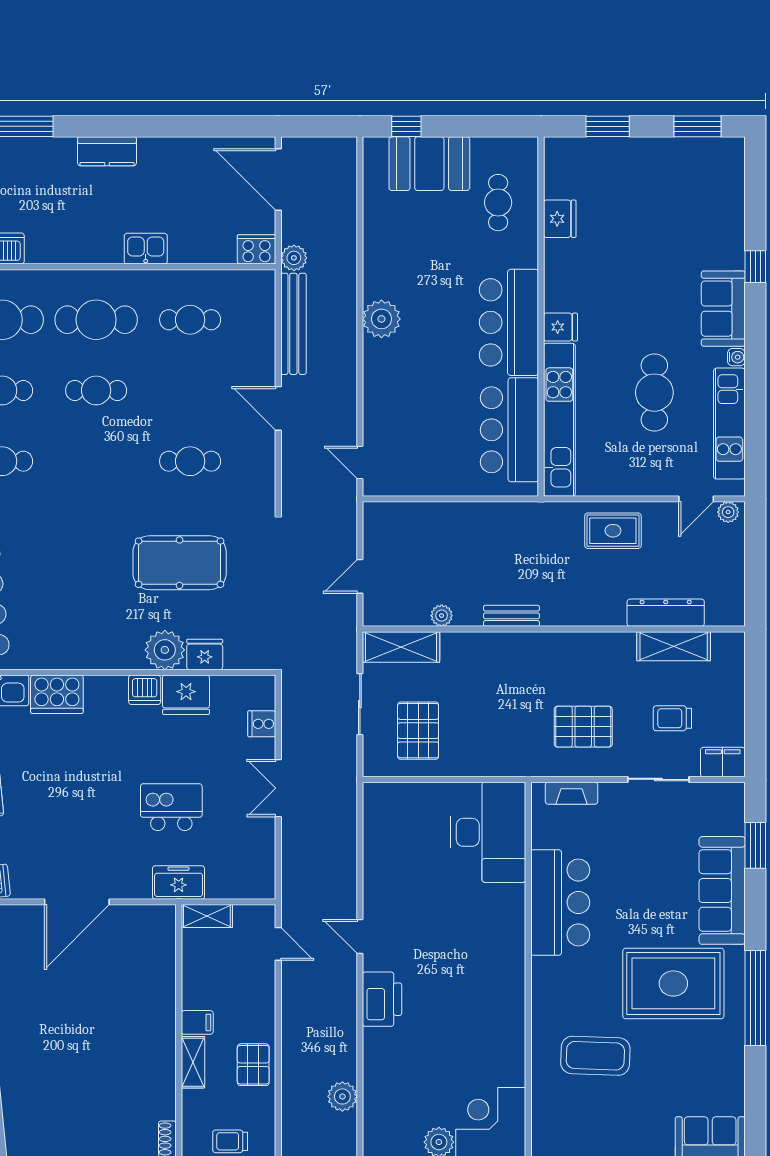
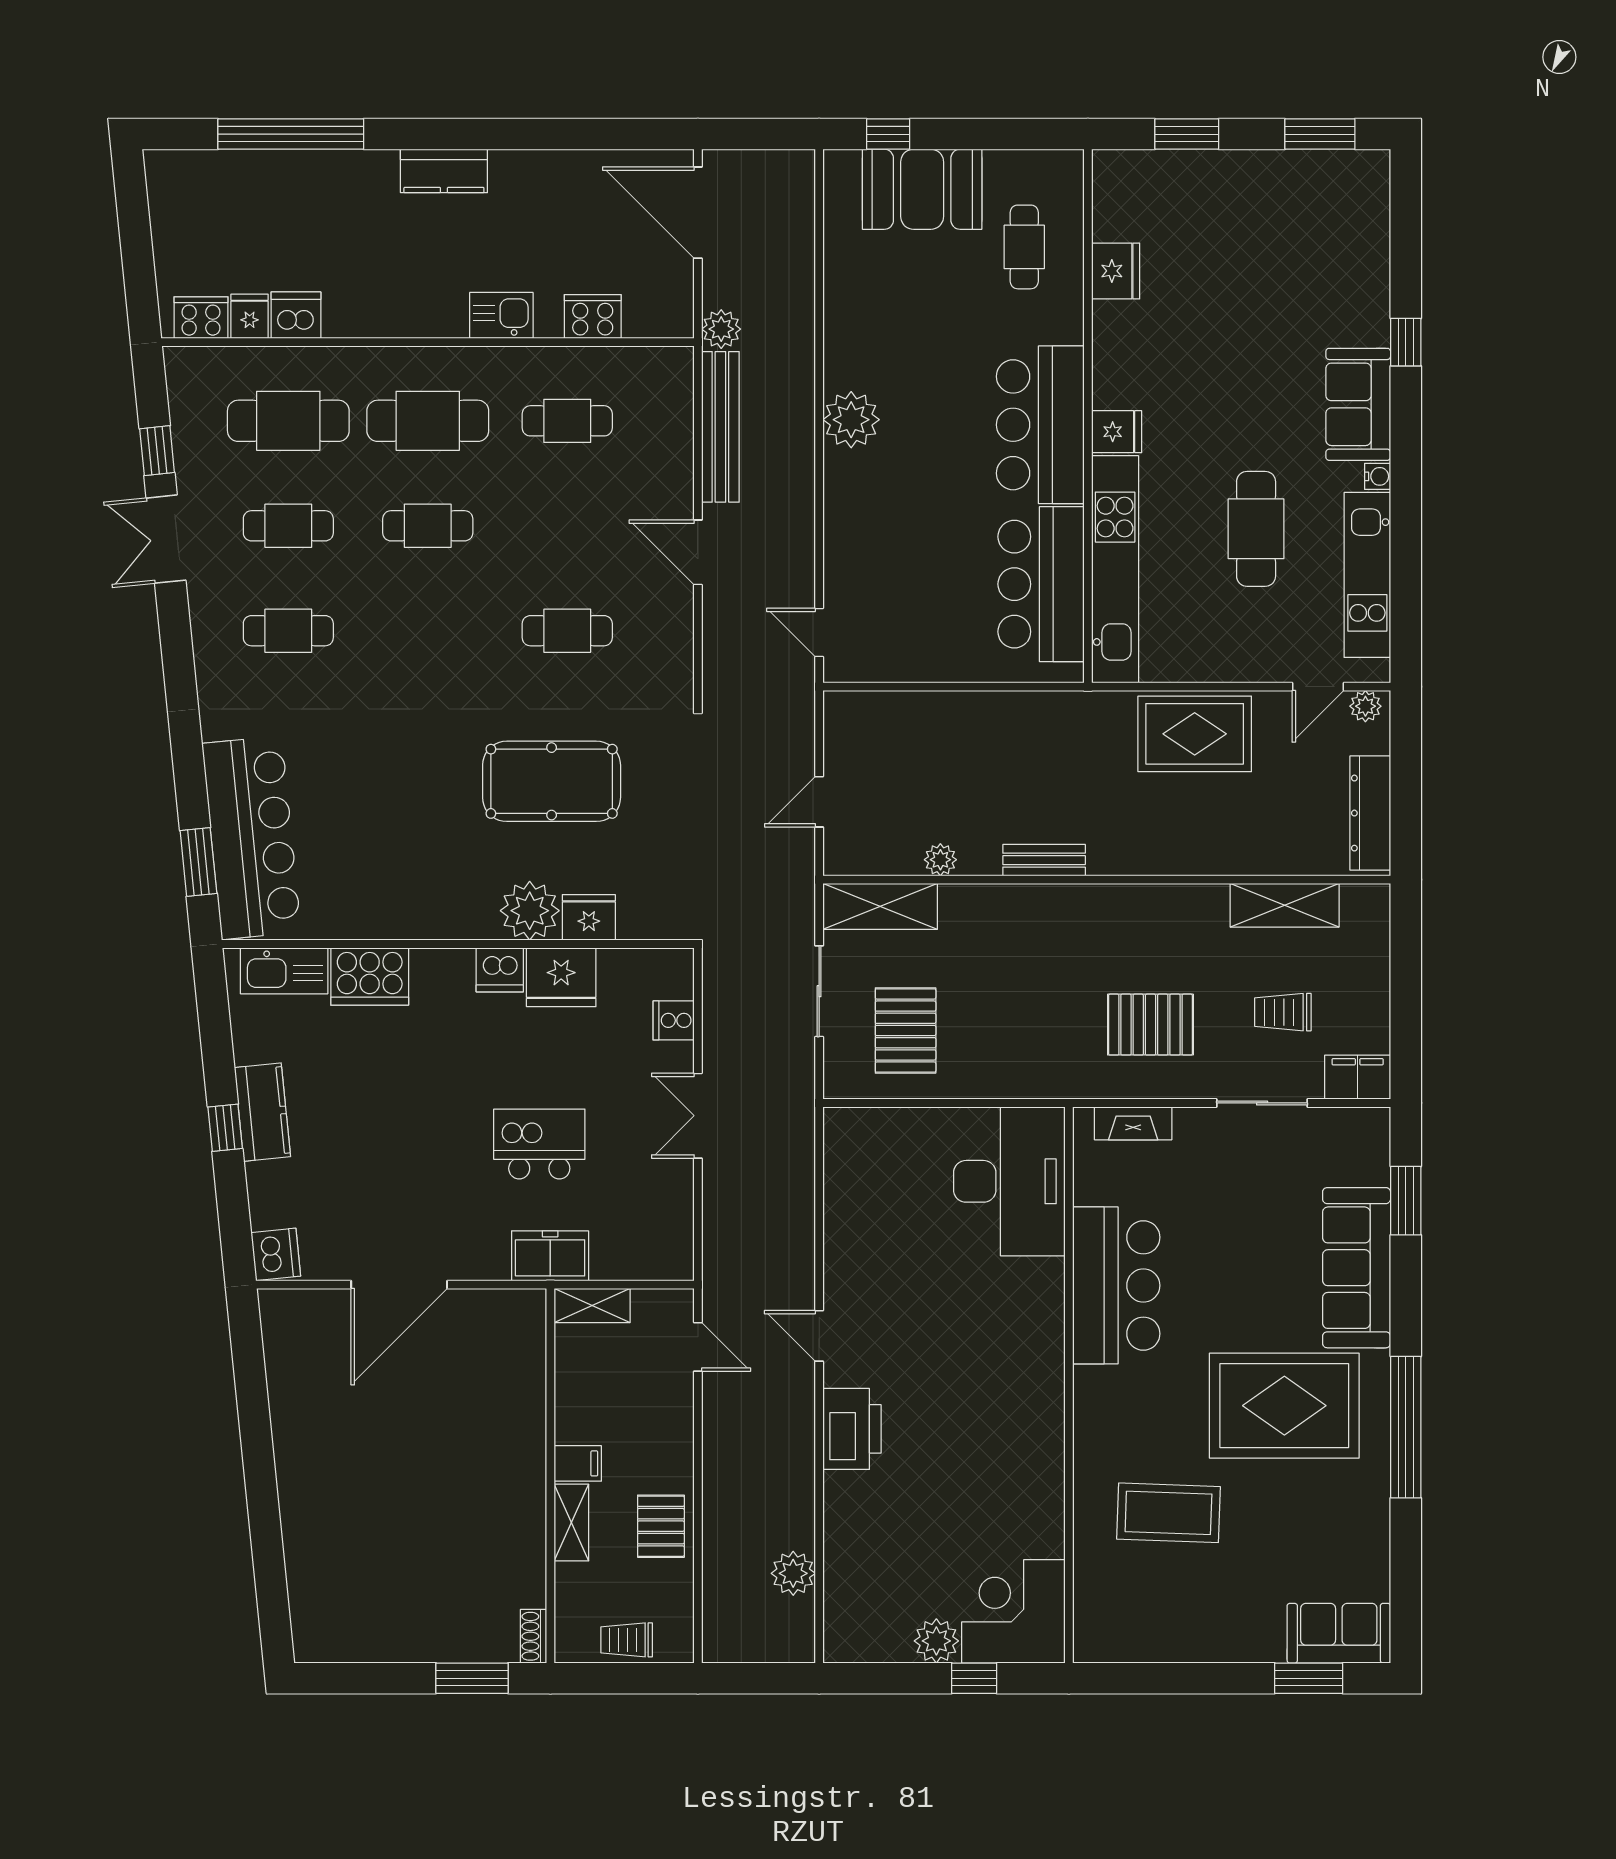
cooker: (257, 249) -> (593, 316), moved
rug: (613, 531) -> (1195, 734), width x1.36, depth x1.43
dresser: (666, 613) -> (1370, 813), moved, turned -90

